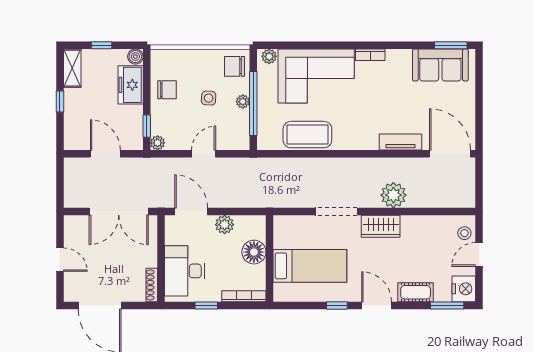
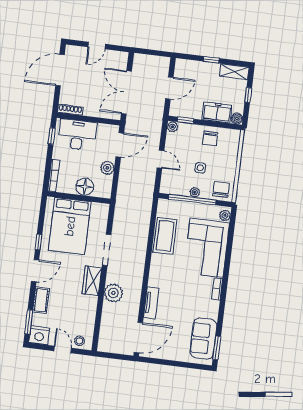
bed: (310, 266) -> (70, 226), width x1.50
window: (206, 305) -> (52, 136), moved

